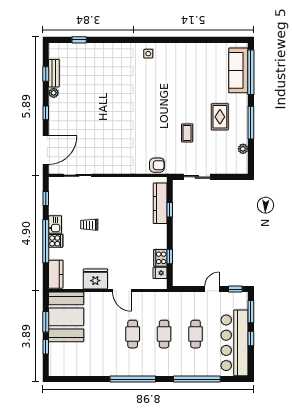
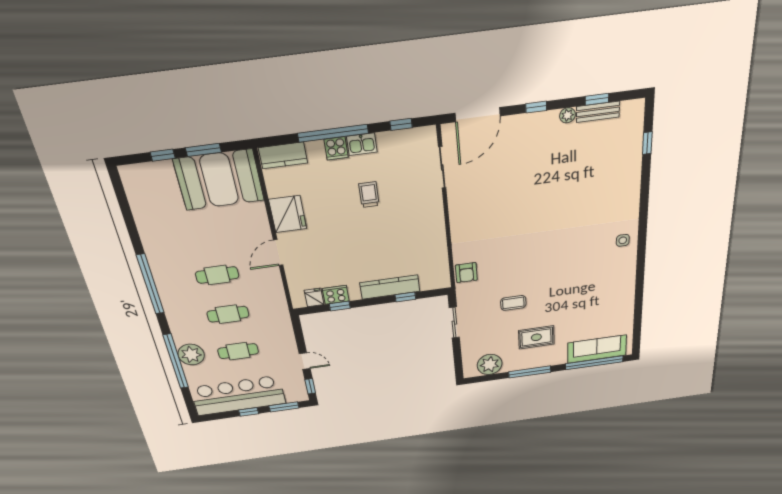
plant: (243, 149) -> (490, 364), width x1.88, depth x1.88
door: (46, 150) -> (478, 115), hinge flipped
kitchen counter: (160, 203) -> (390, 287), moved
plant: (193, 367) -> (191, 355), added

